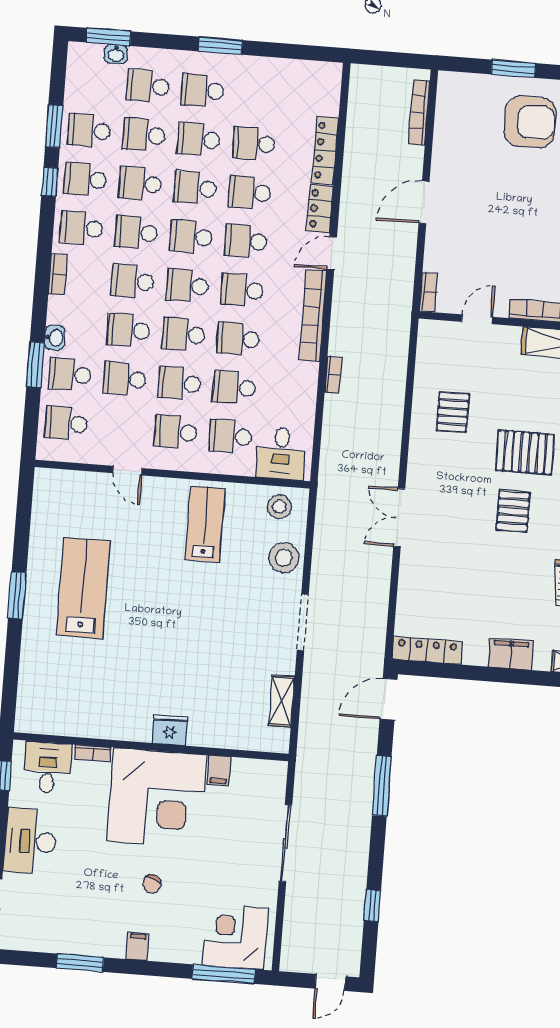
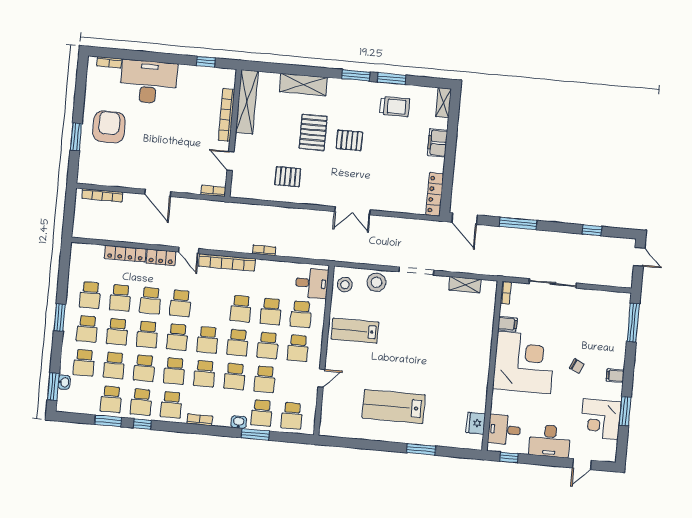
school desk: (242, 290) -> (90, 295), moved
window: (17, 595) -> (421, 449), moved
fridge: (170, 730) -> (476, 423), moved
bookcase: (93, 753) -> (506, 293), moved
corner desk: (235, 937) -> (601, 419), moved

